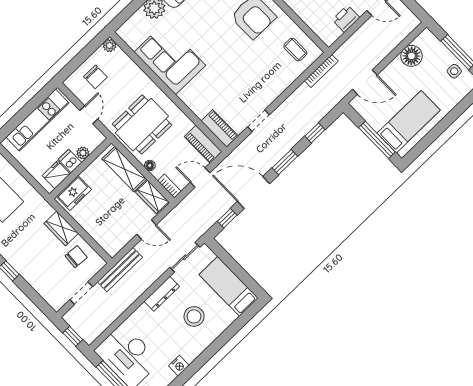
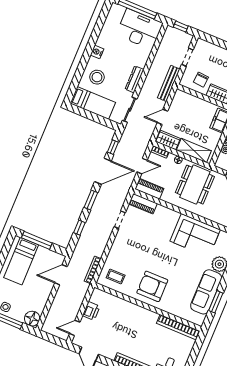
floor lamp: (411, 56) -> (32, 319), moved
stool: (194, 316) -> (97, 77), moved
nightstand: (179, 366) -> (97, 52), moved

